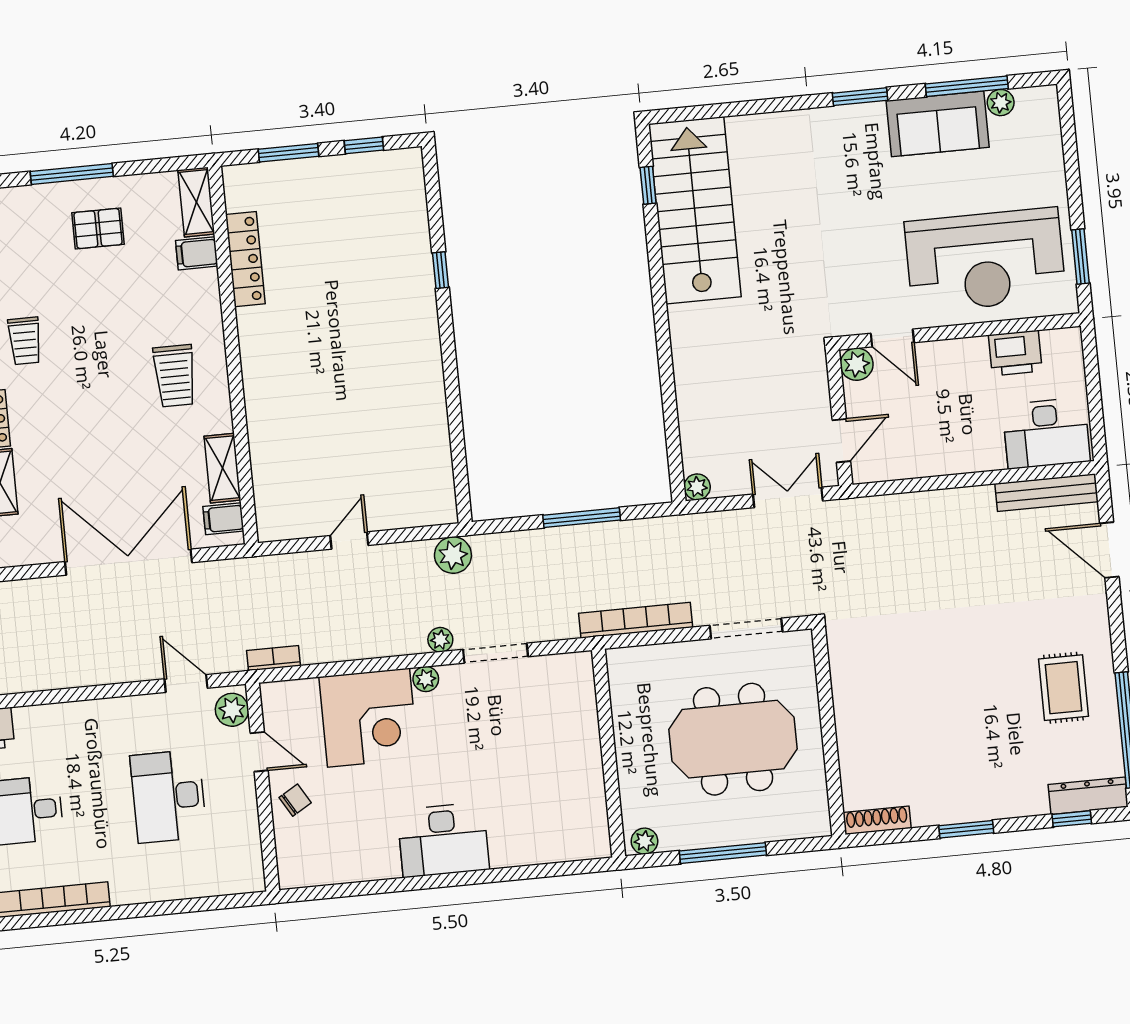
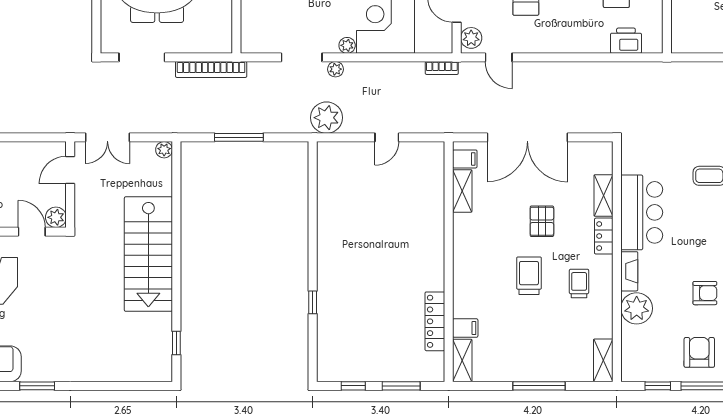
stairs: (695, 210) -> (148, 254), moved
pallet: (98, 229) -> (542, 221), moved, turned 90
trolley: (175, 376) -> (529, 276), moved
plant: (453, 555) -> (326, 118), width x1.36, depth x1.36

